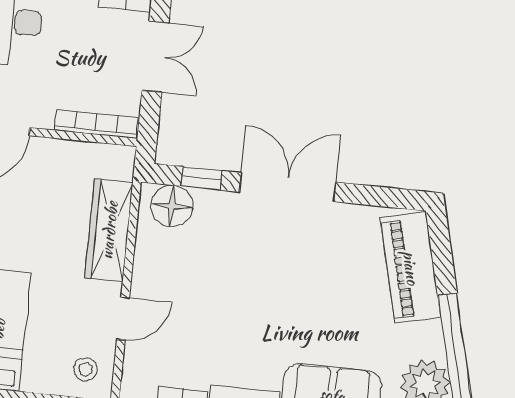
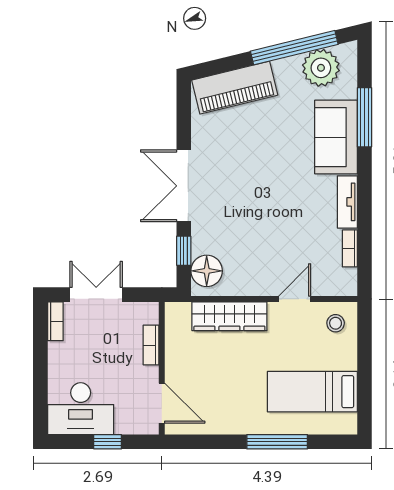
bookcase: (96, 124) -> (151, 345), width x0.64
door: (123, 319) -> (295, 299), hinge flipped

